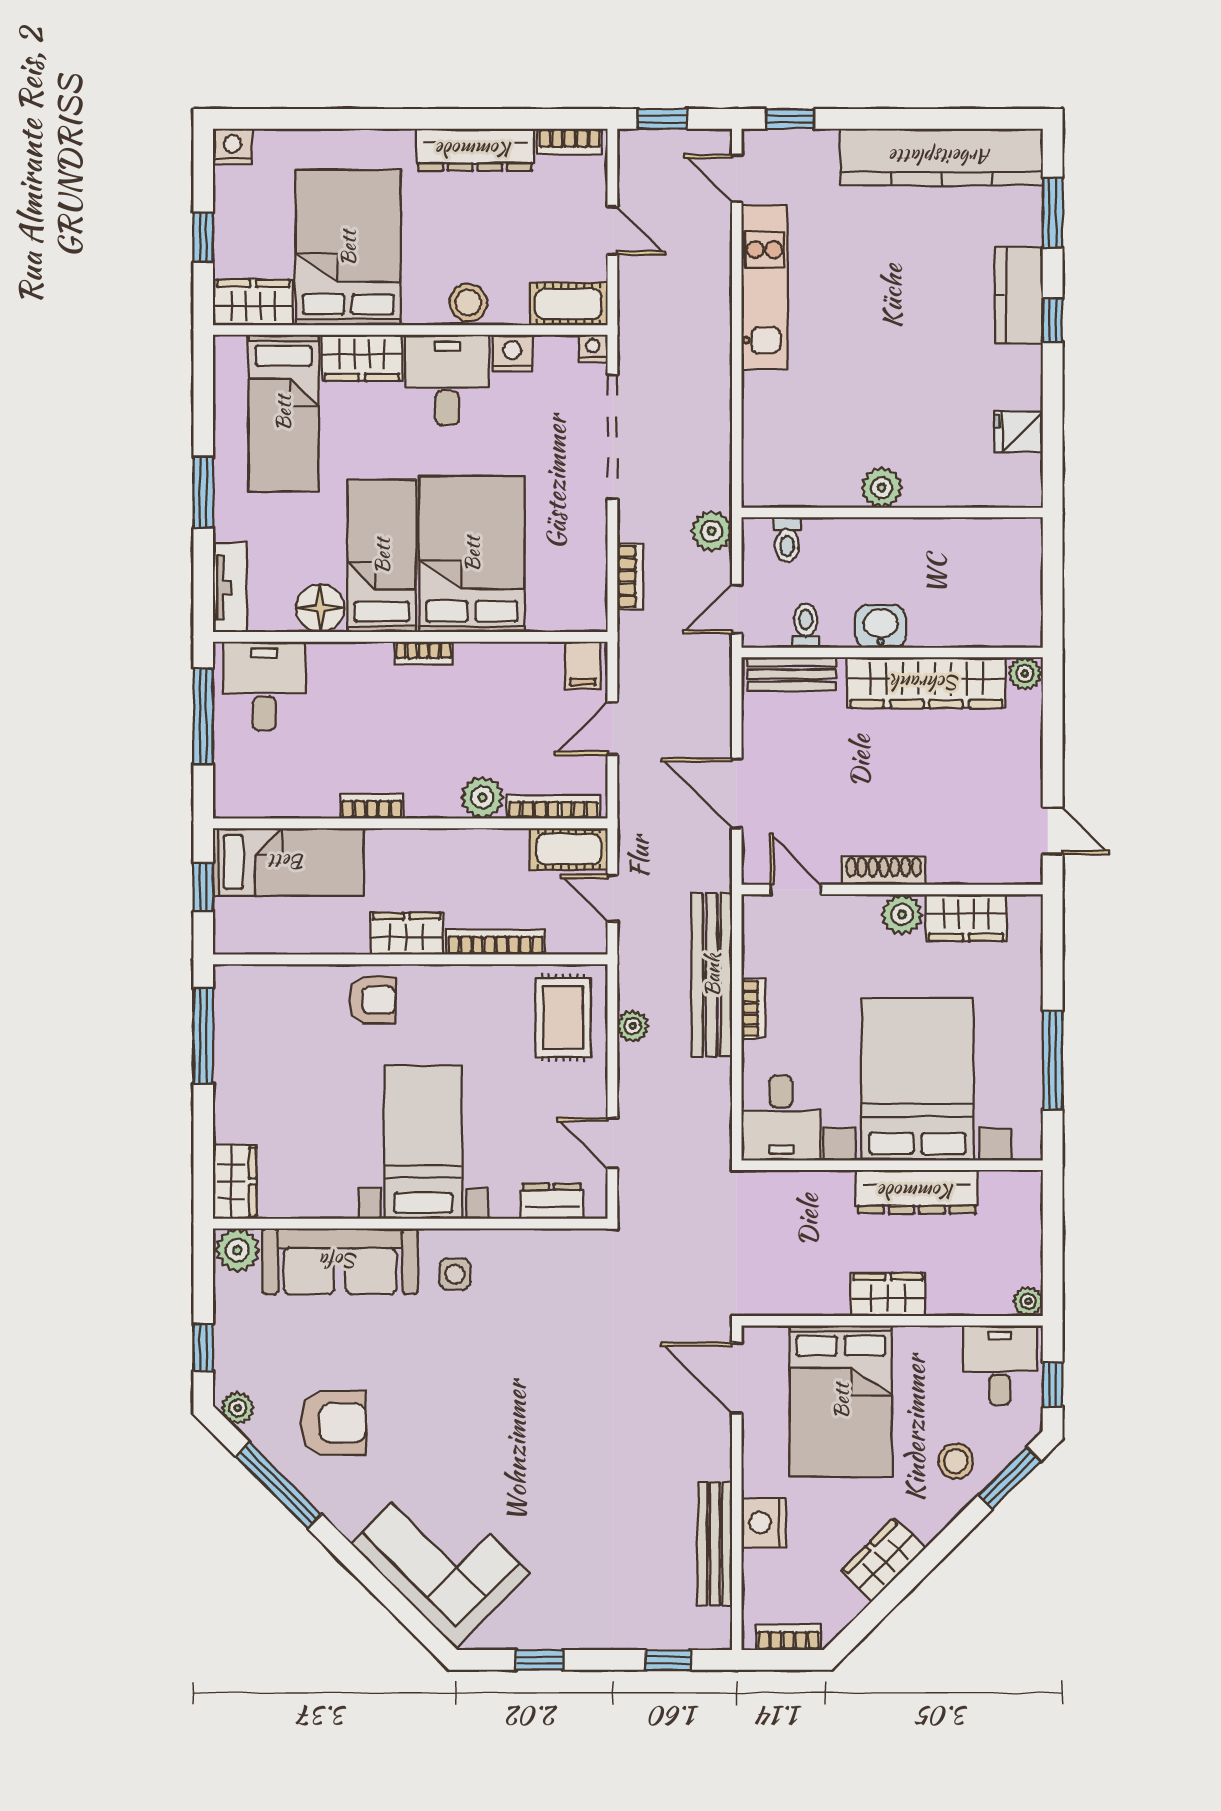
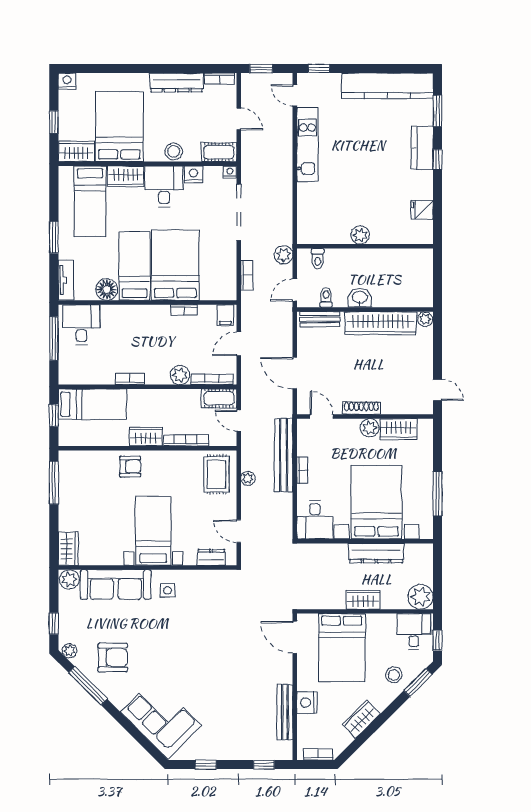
bookcase: (423, 653) -> (184, 310), moved
plant: (1028, 1301) -> (421, 597), width x1.88, depth x1.88

